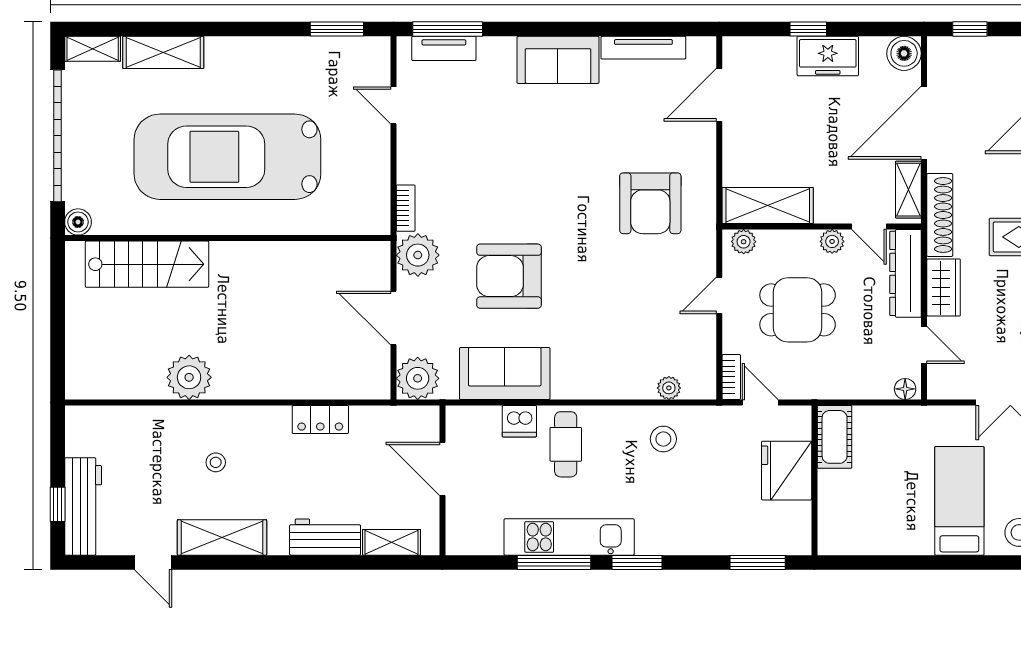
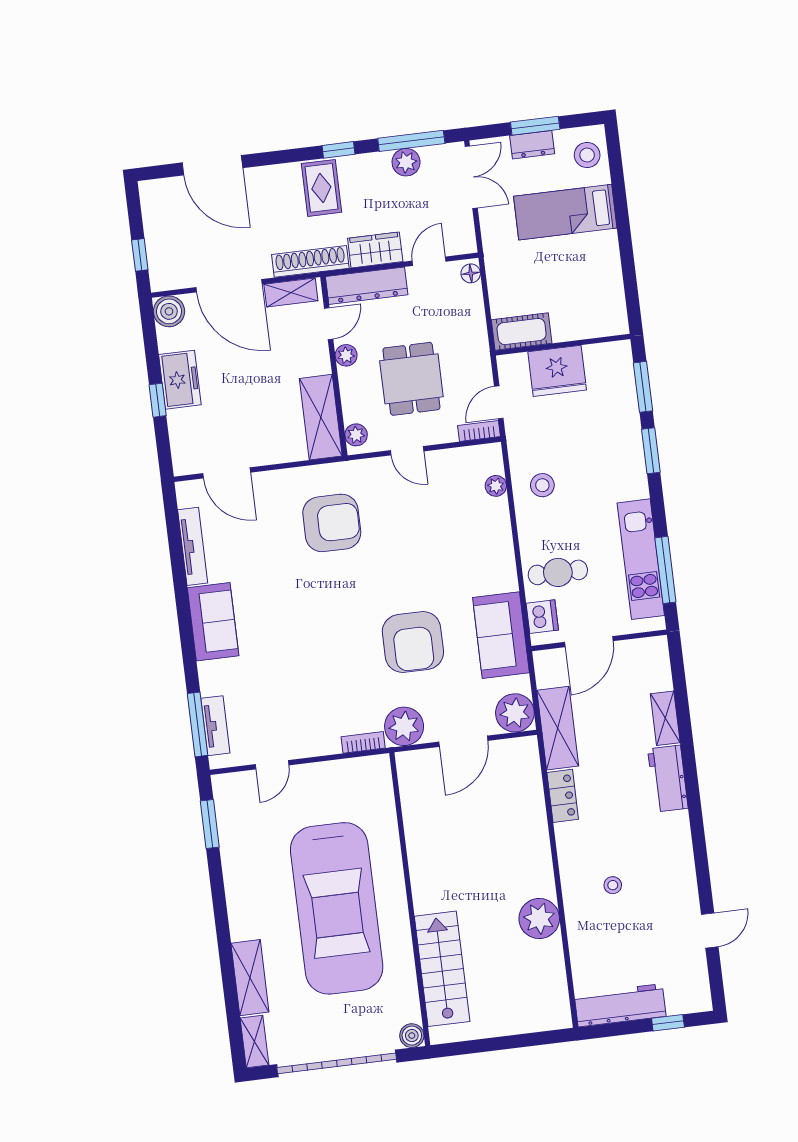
door: (443, 469) -> (589, 642), moved
wall: (443, 480) -> (599, 640), moved
workbench: (83, 506) -> (620, 1005), moved
shelving: (222, 537) -> (558, 728), moved
window: (637, 562) -> (651, 451), moved

